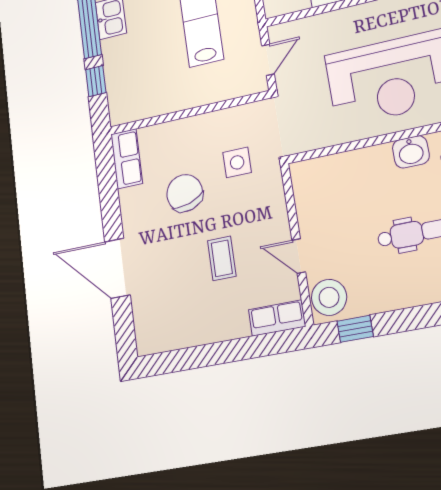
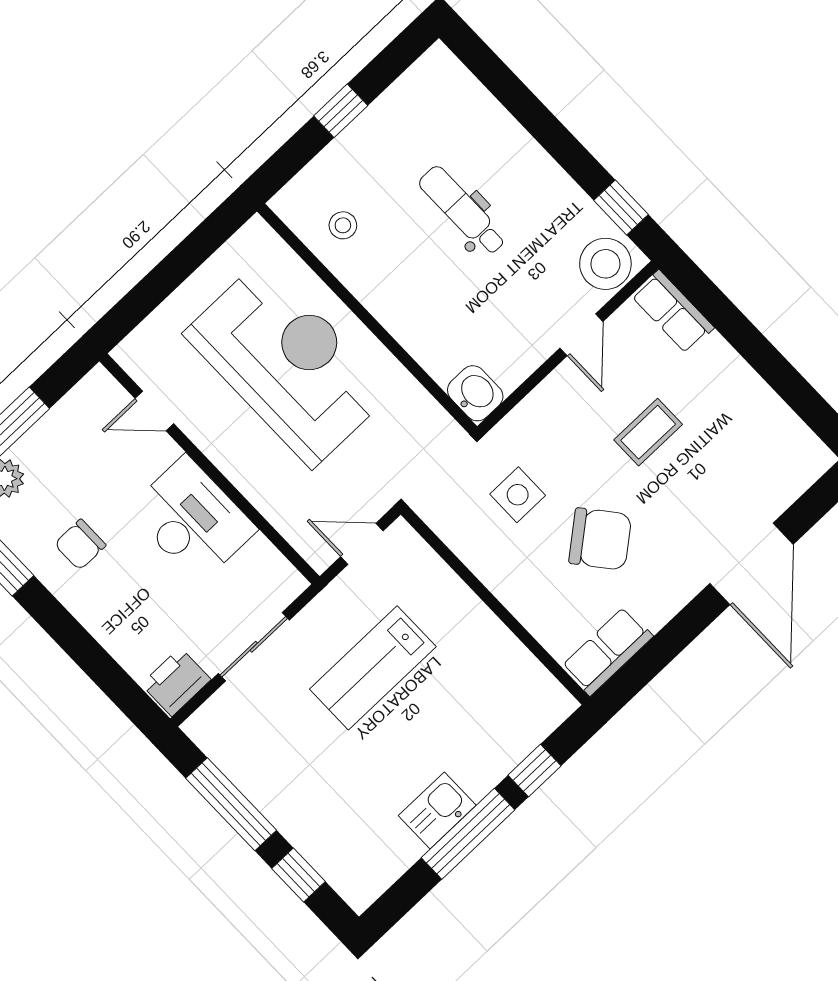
washbasin: (411, 152) -> (475, 393), moved
chair: (185, 193) -> (600, 539), turned -111

